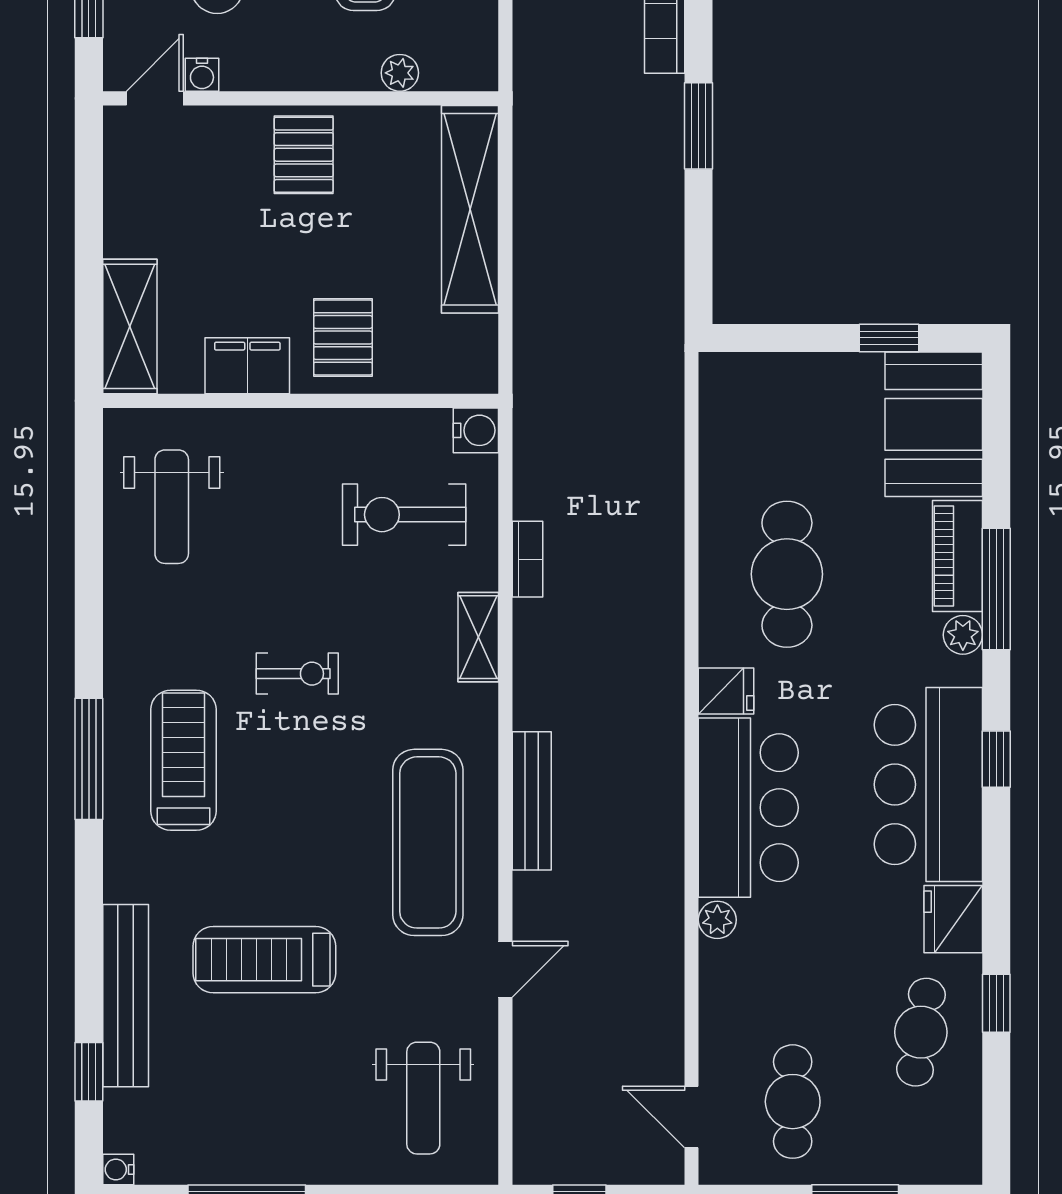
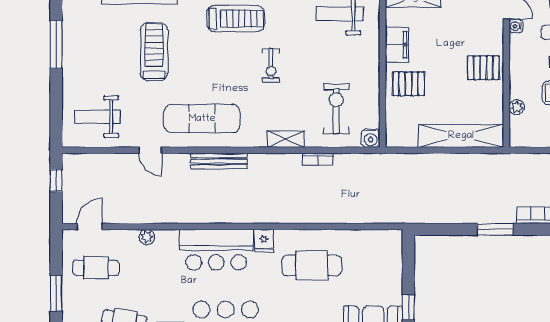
plant: (717, 920) -> (147, 237), moved

